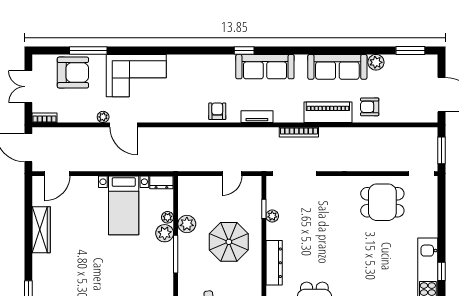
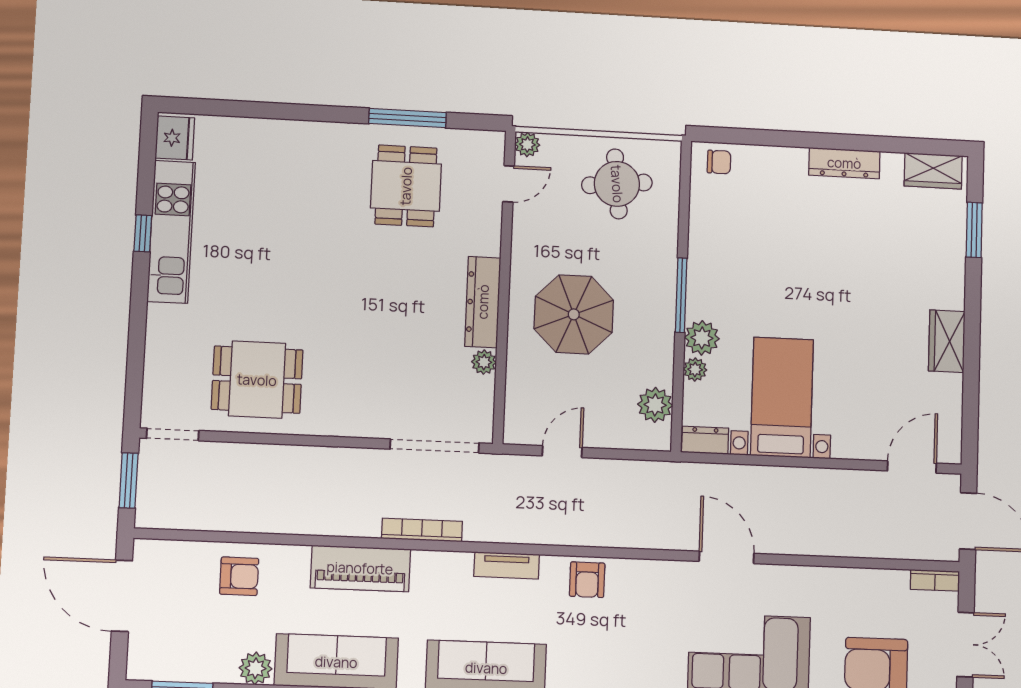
armchair: (370, 107) -> (239, 576), moved
plant: (103, 117) -> (818, 577), removed
door: (124, 125) -> (727, 557), moved
window: (264, 209) -> (500, 377), removed
plant: (187, 224) -> (655, 405), moved
wardrobe: (41, 230) -> (947, 341), width x0.67
dresser: (274, 263) -> (483, 302), moved

